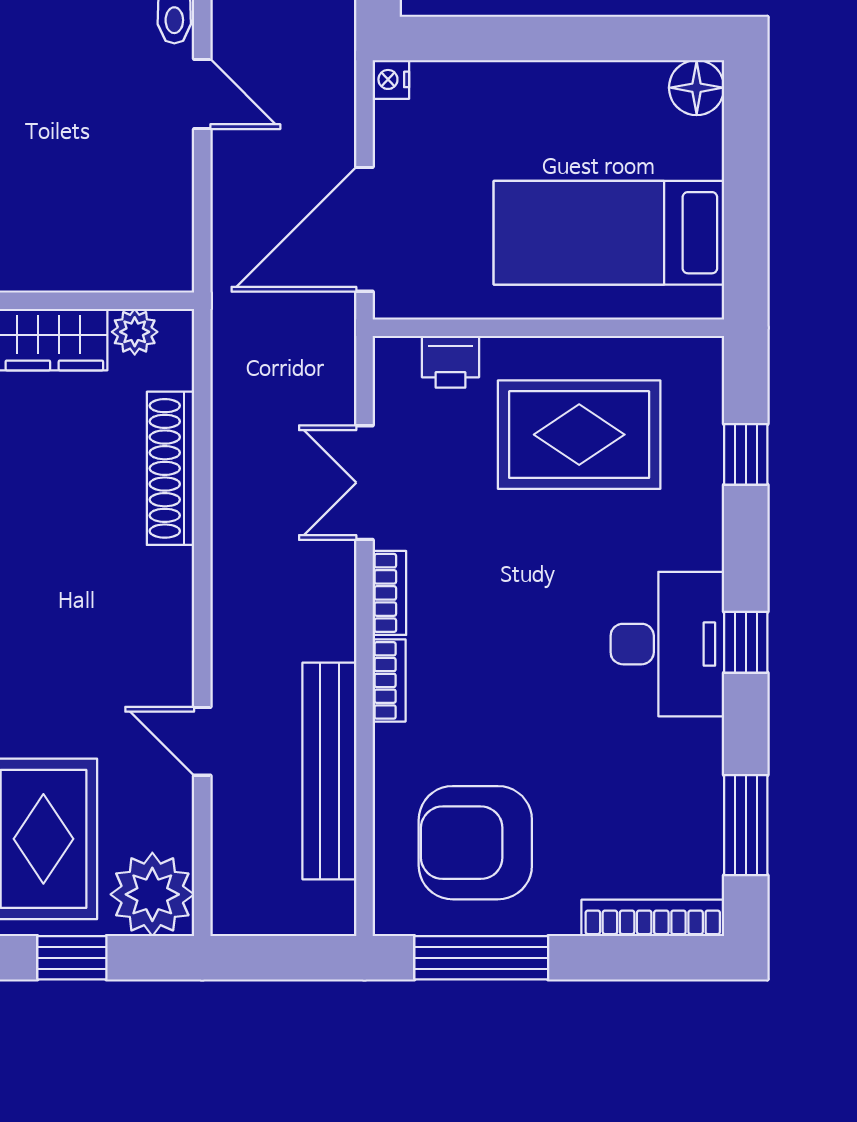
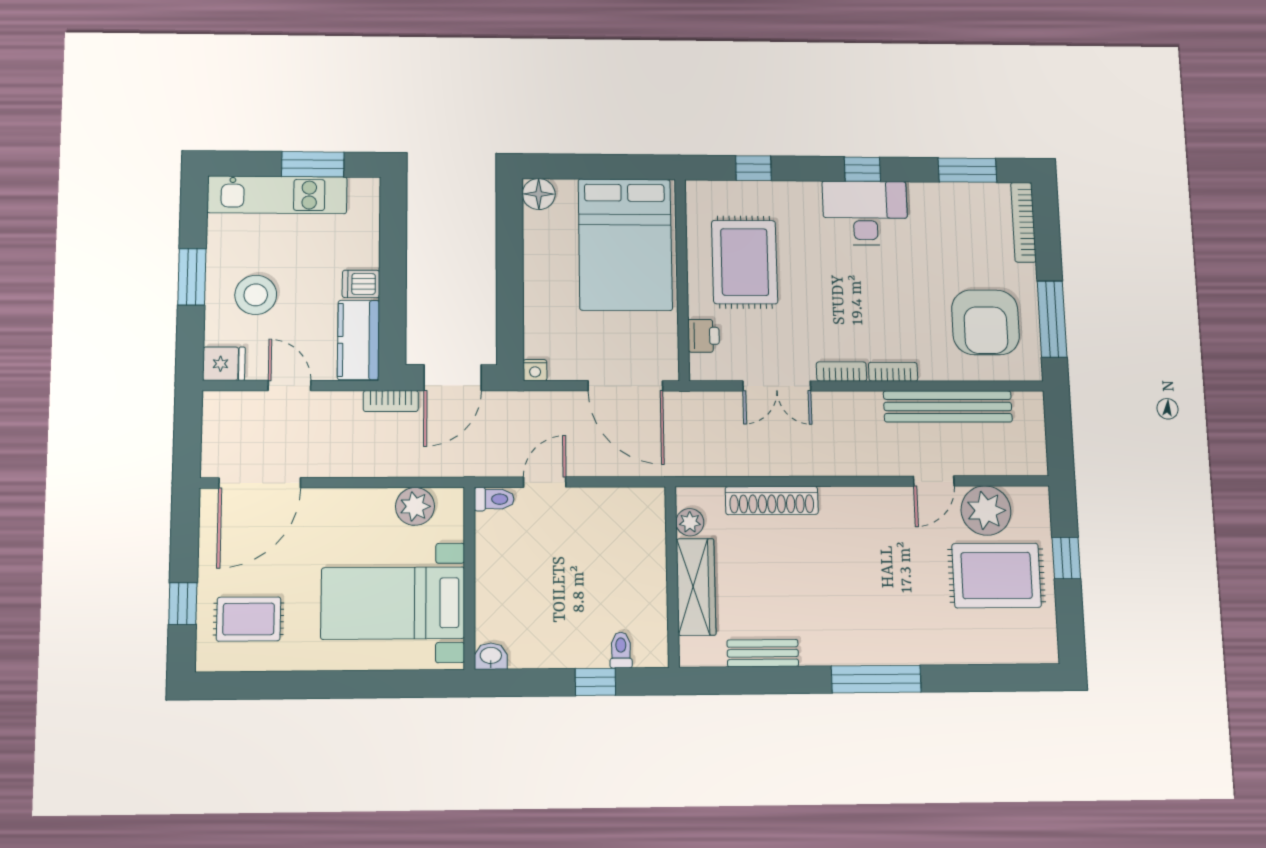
bed: (609, 233) -> (625, 244), width x1.50
plant: (152, 894) -> (986, 511), moved

